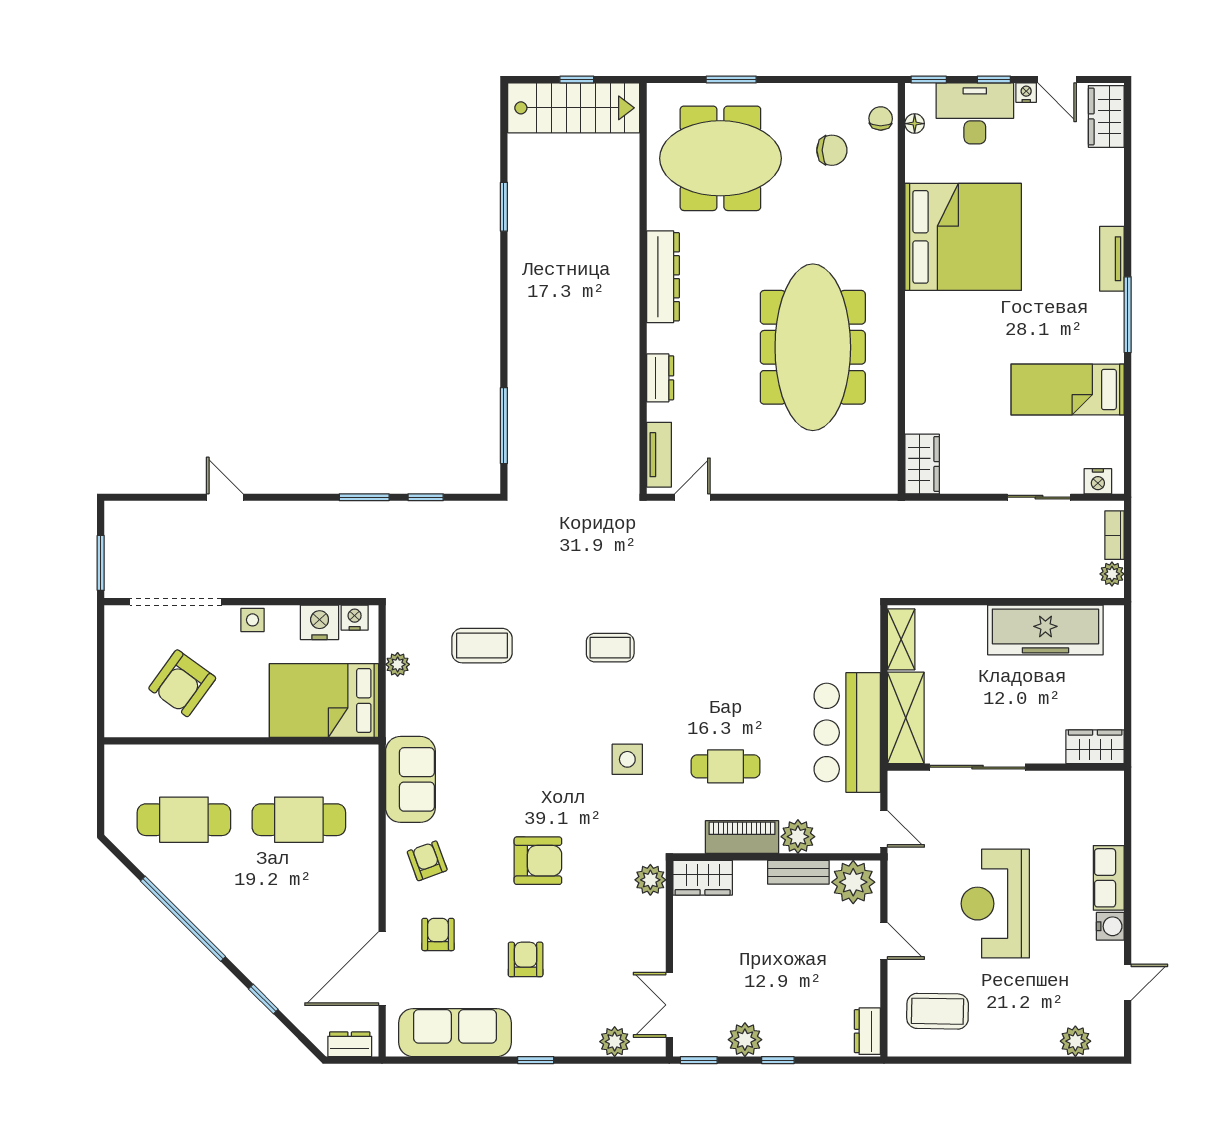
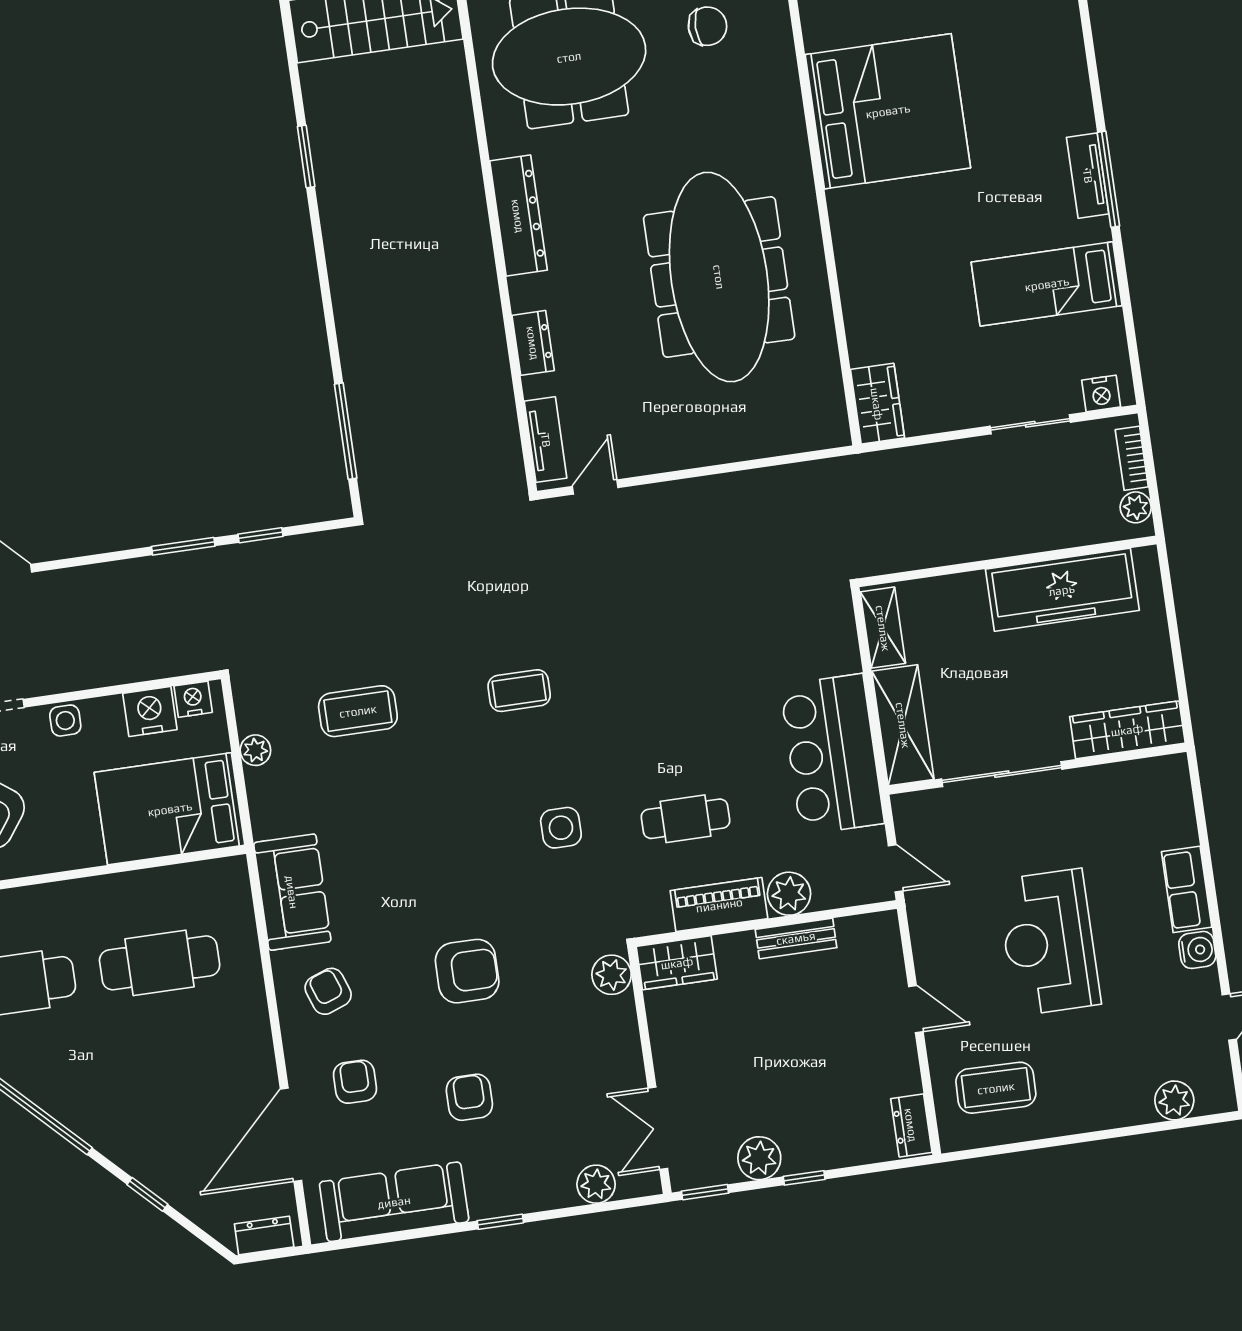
tv unit: (1112, 259) -> (1088, 176), moved
wardrobe: (1095, 747) -> (1127, 730), width x1.50
plant: (853, 882) -> (867, 941), removed

